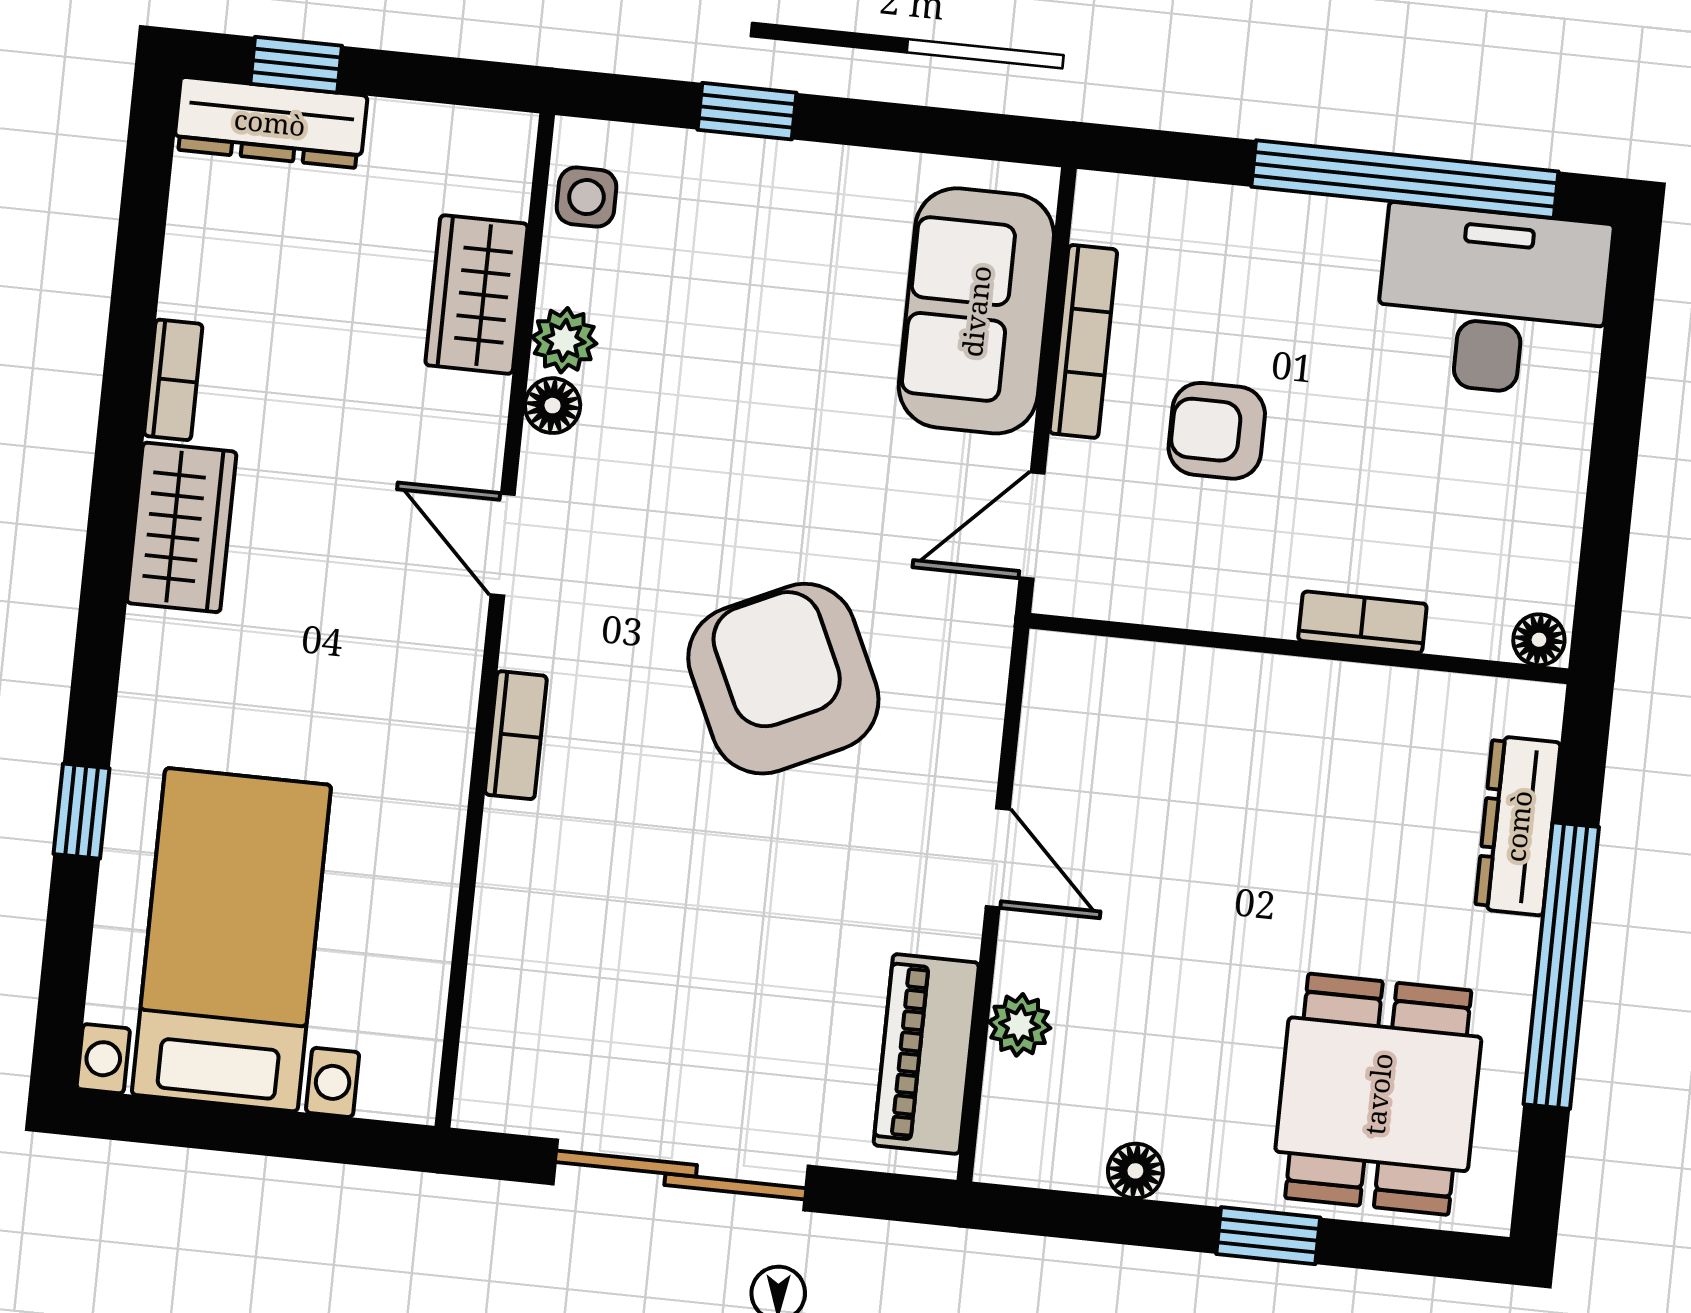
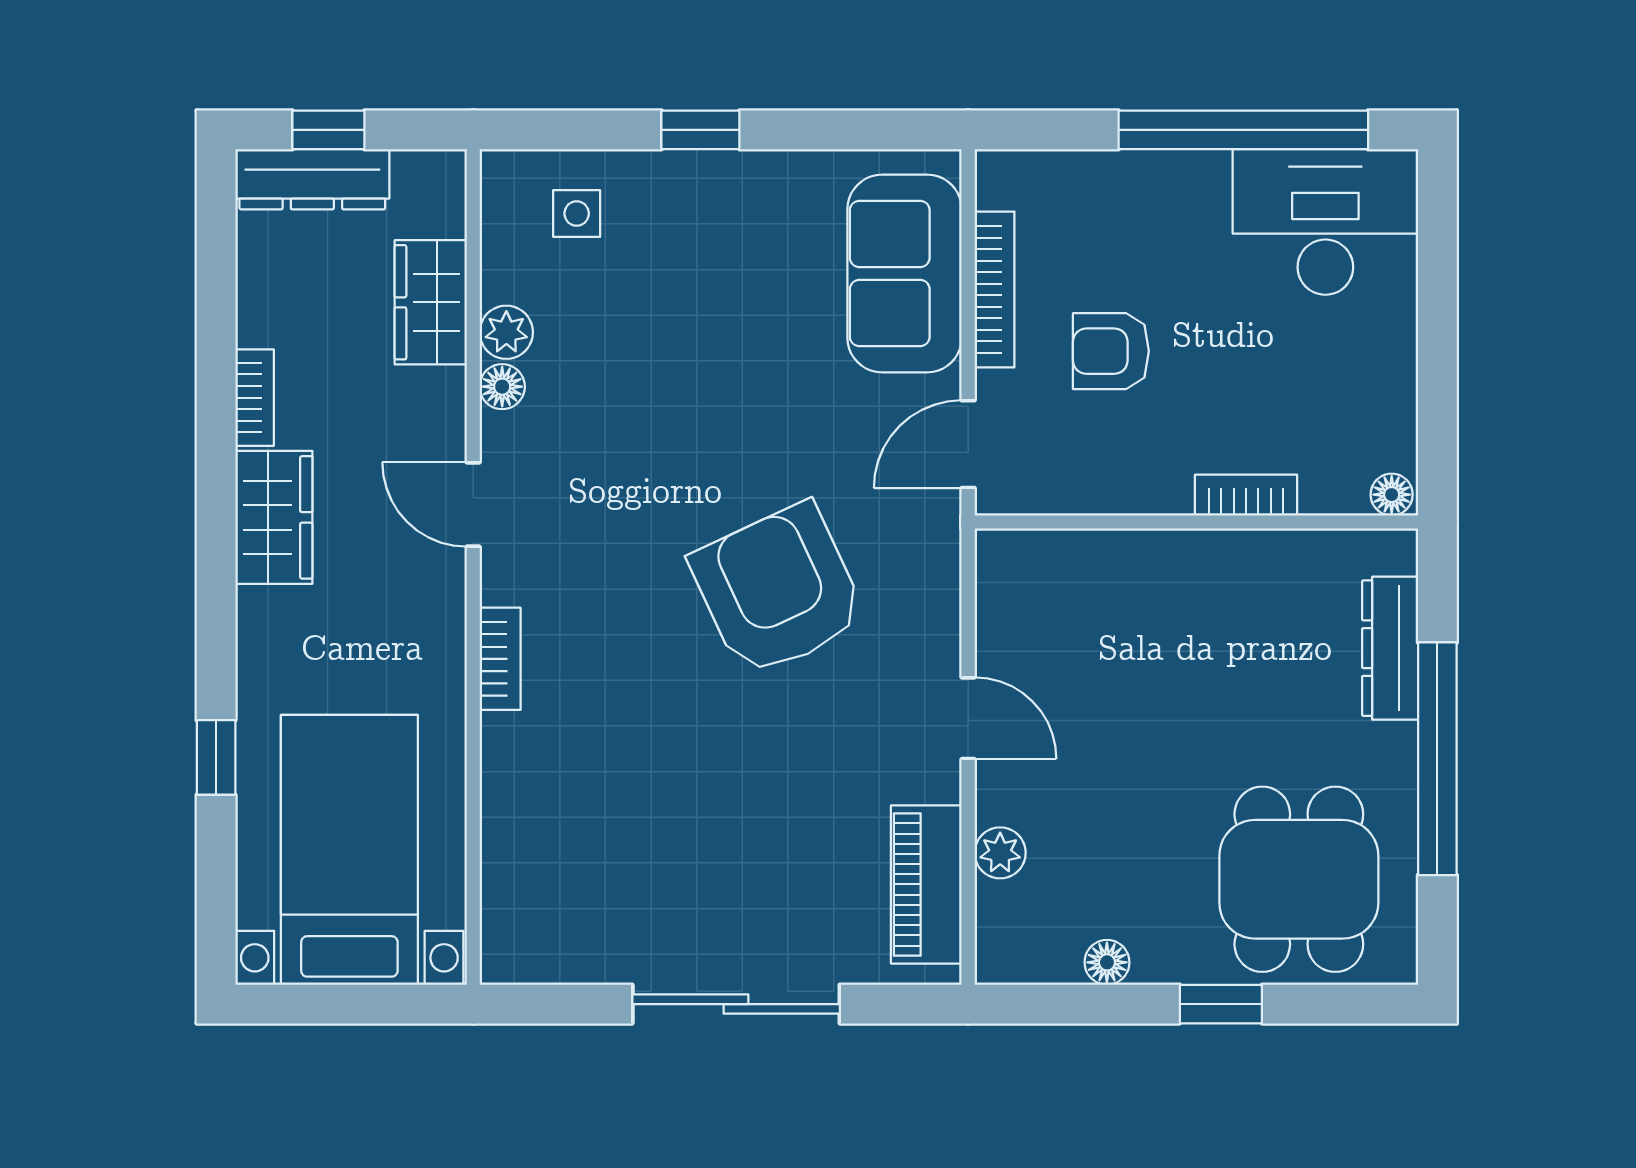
wardrobe: (476, 294) -> (431, 302), moved
plant: (564, 340) -> (506, 332), moved
floor lamp: (553, 406) -> (502, 387), moved
door: (503, 545) -> (473, 505), moved
wall: (495, 621) -> (473, 567), moved
bookcase: (516, 735) -> (500, 659), moved

